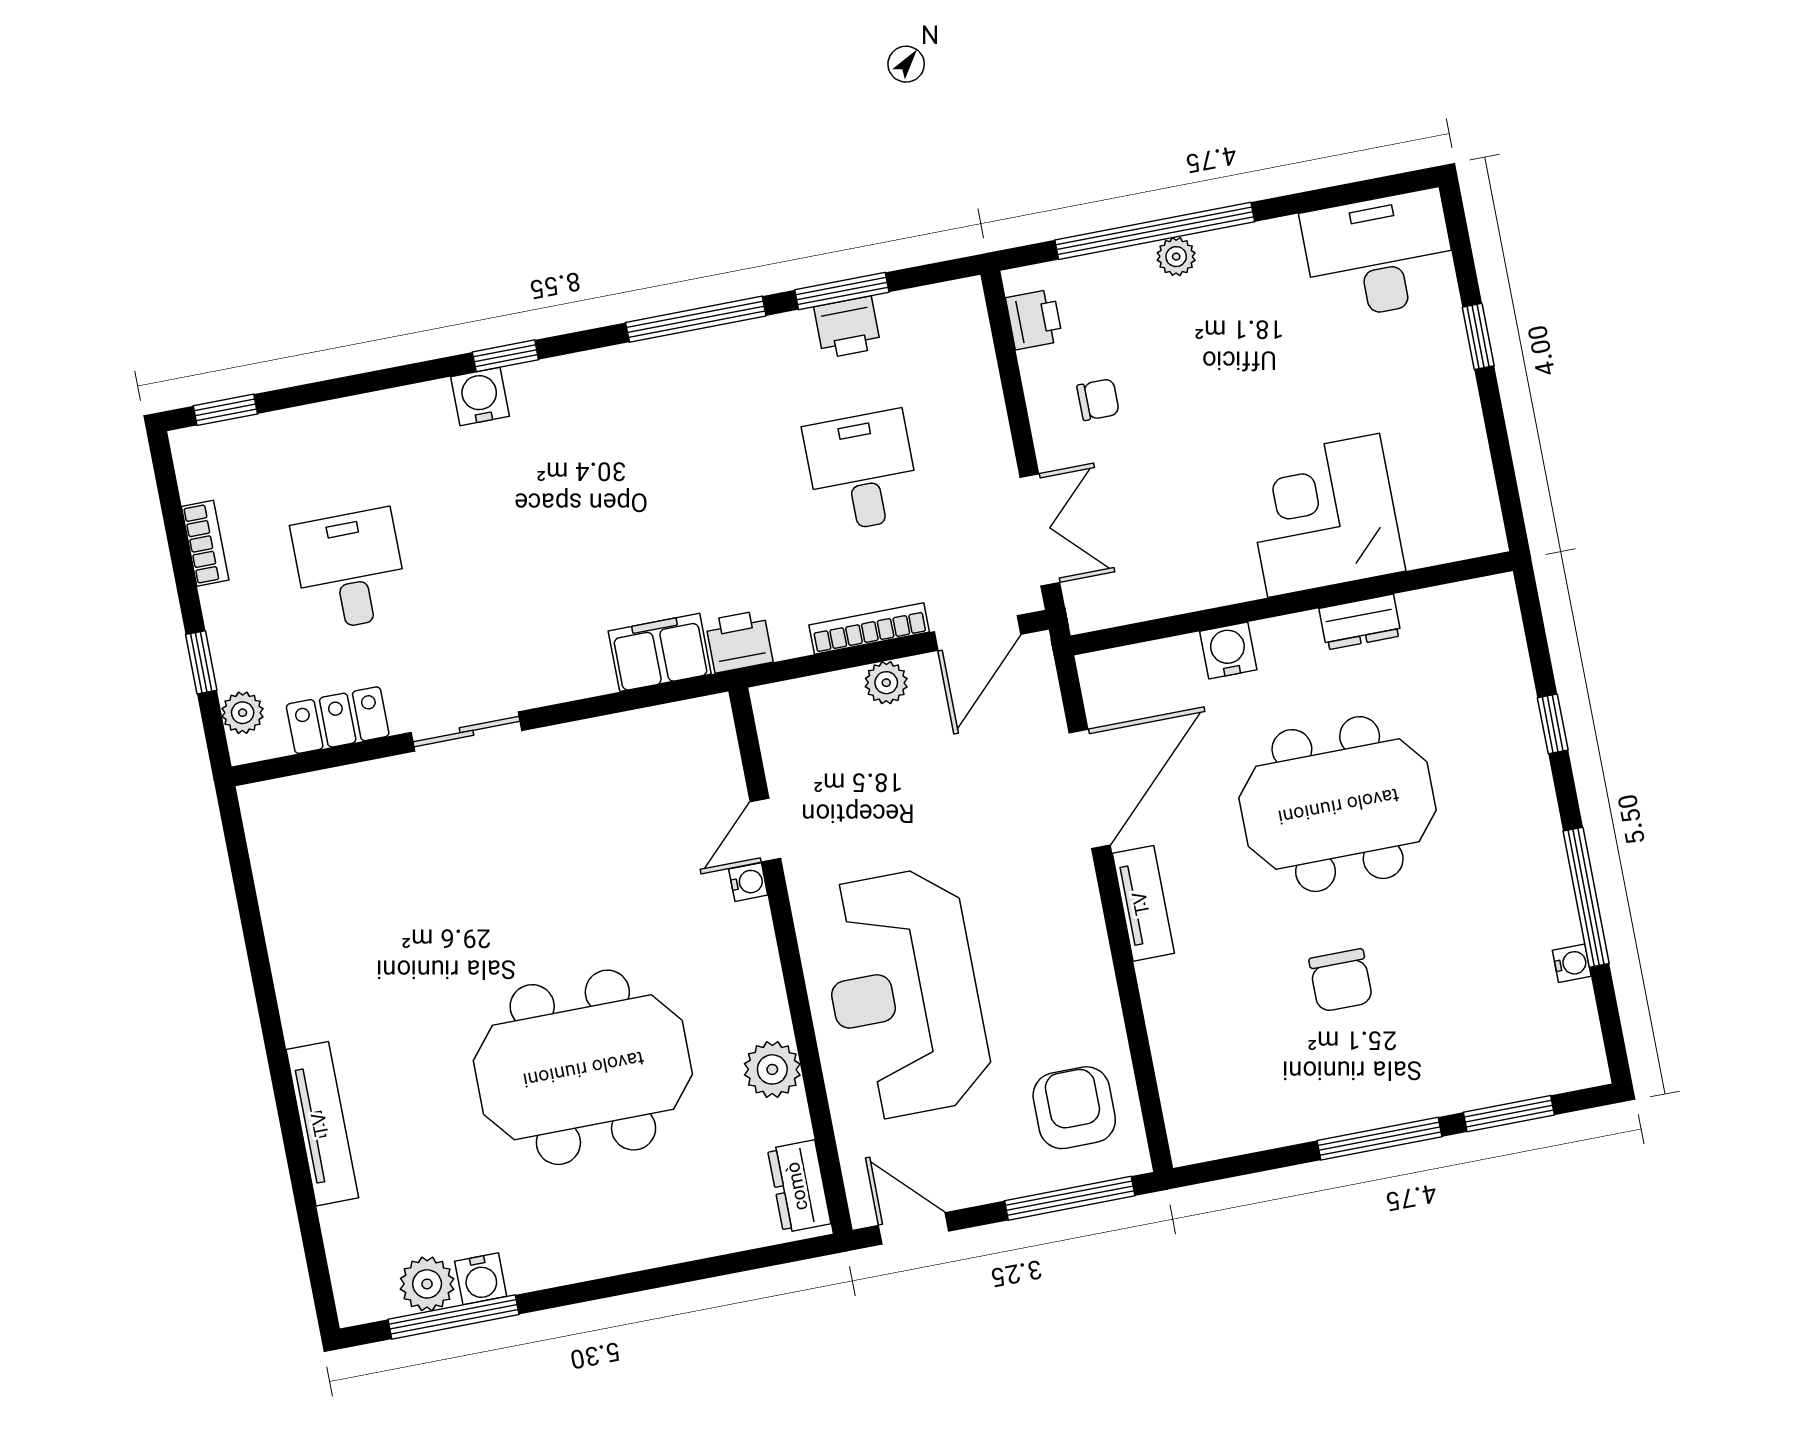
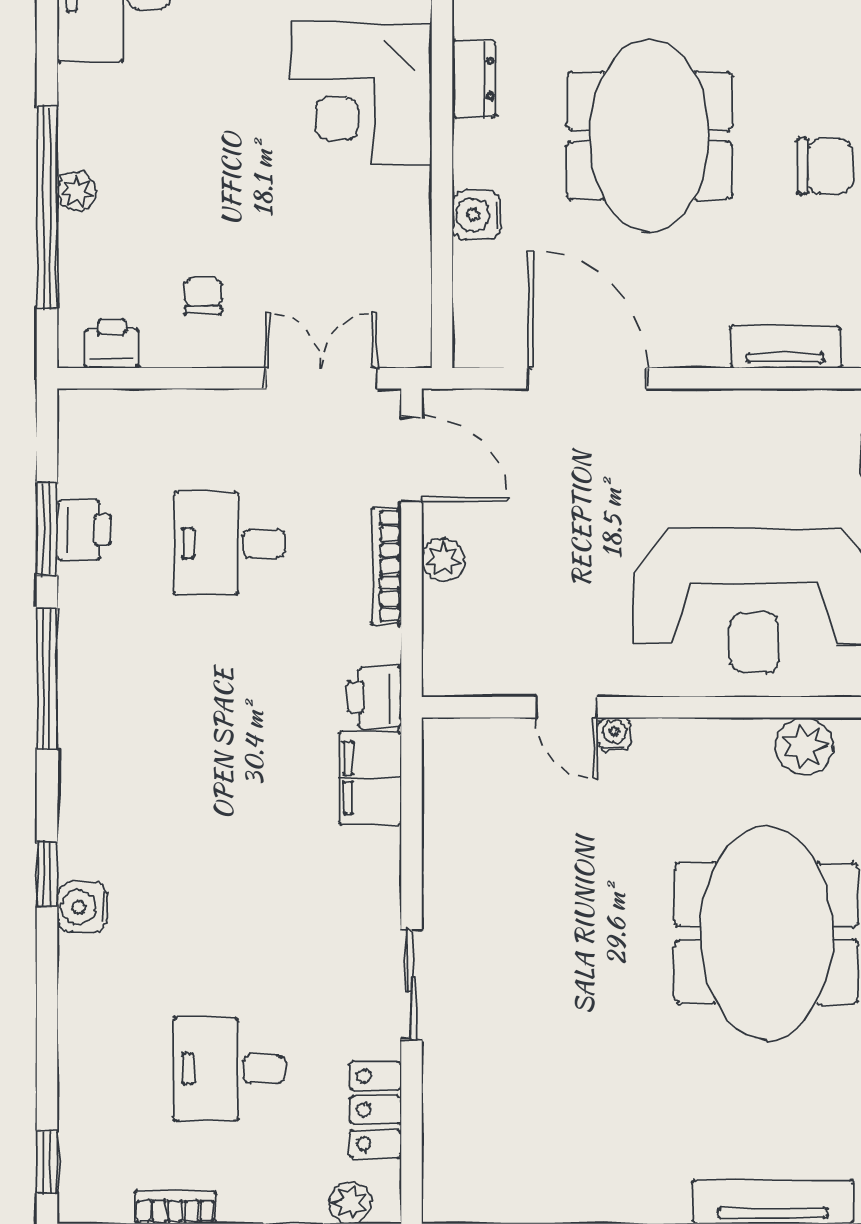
tv unit: (1143, 903) -> (785, 347), moved

